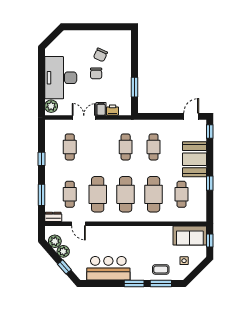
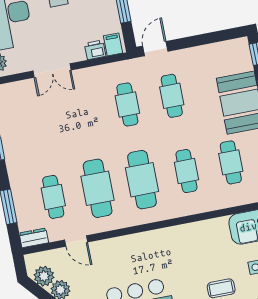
filing cabinet: (101, 109) -> (113, 44), moved
door: (191, 116) -> (155, 49), moved
double door: (84, 117) -> (52, 71), swing flipped
cafe table: (70, 147) -> (39, 122), removed
cafe table: (154, 194) -> (186, 171), width x0.73, depth x0.74

